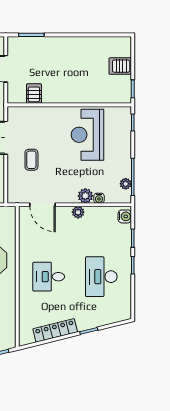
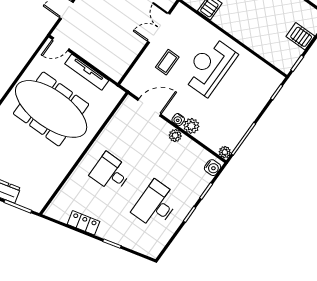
reception desk: (87, 135) -> (209, 67), moved
plant: (126, 184) -> (225, 152), moved
water cooler: (99, 198) -> (178, 120), moved
door: (42, 205) -> (149, 107), swing flipped
locker: (55, 330) -> (83, 223), width x0.66

